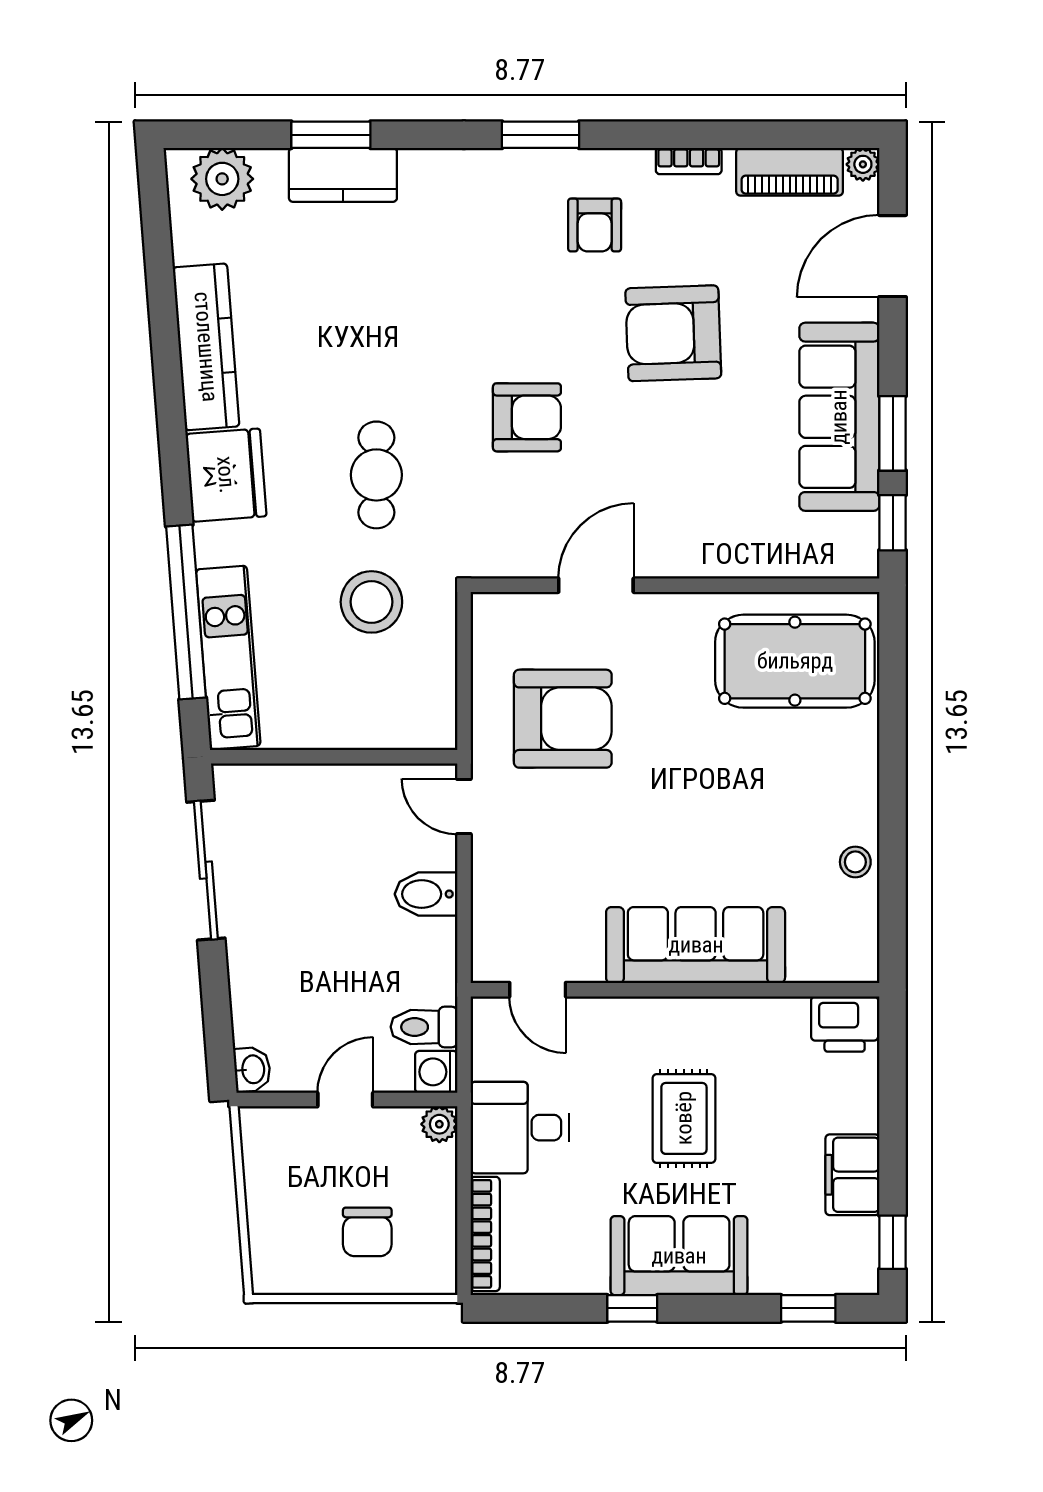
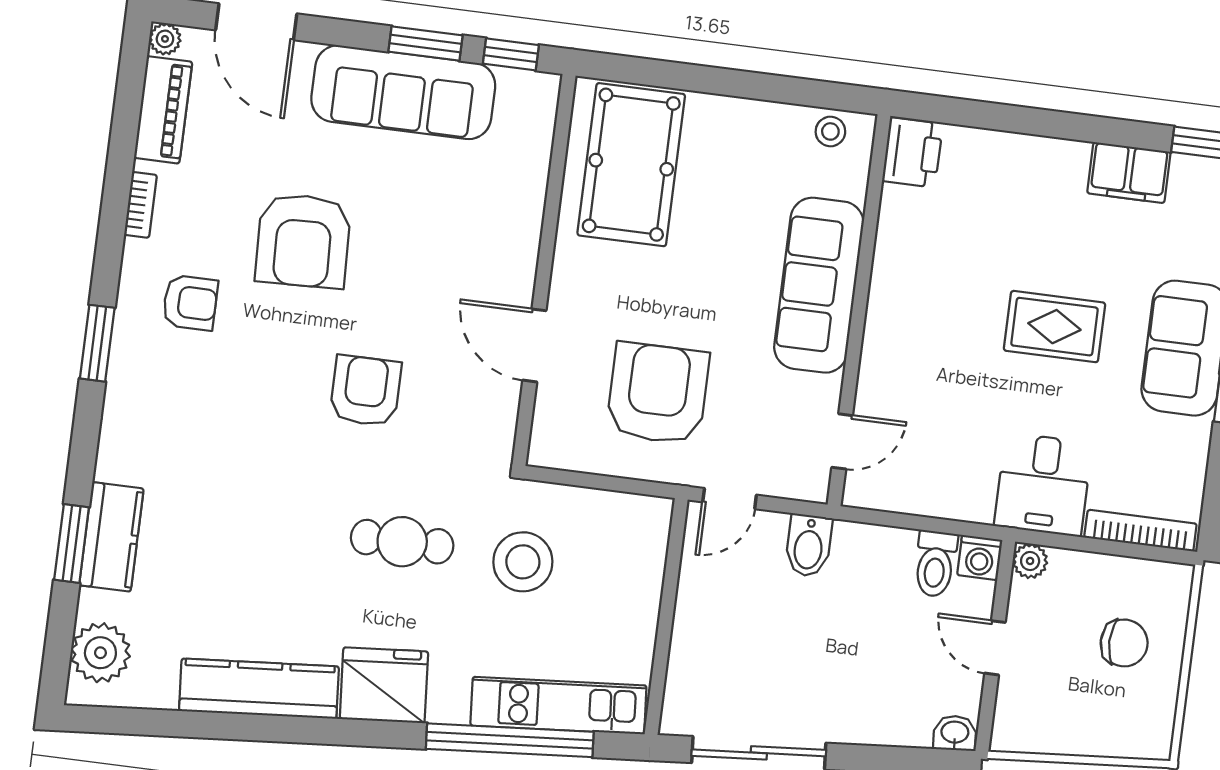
sofa: (696, 945) -> (819, 285), moved
door: (538, 990) -> (842, 441), moved
wall: (675, 990) -> (859, 310), moved
printer: (845, 1024) -> (913, 152), moved

